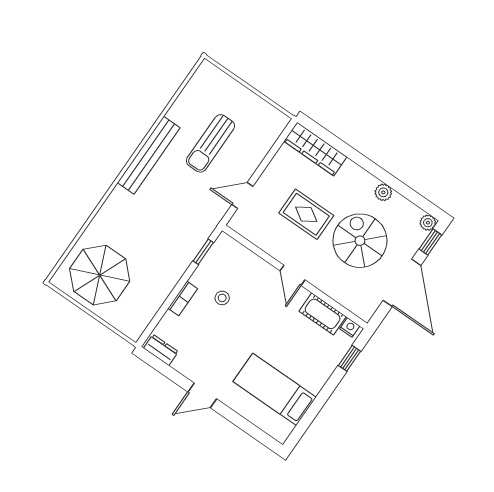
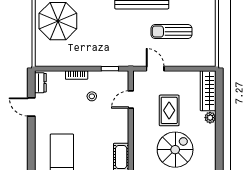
plant: (383, 192) -> (210, 118), moved
door: (292, 275) -> (131, 100), moved
door: (202, 395) -> (31, 107), moved

